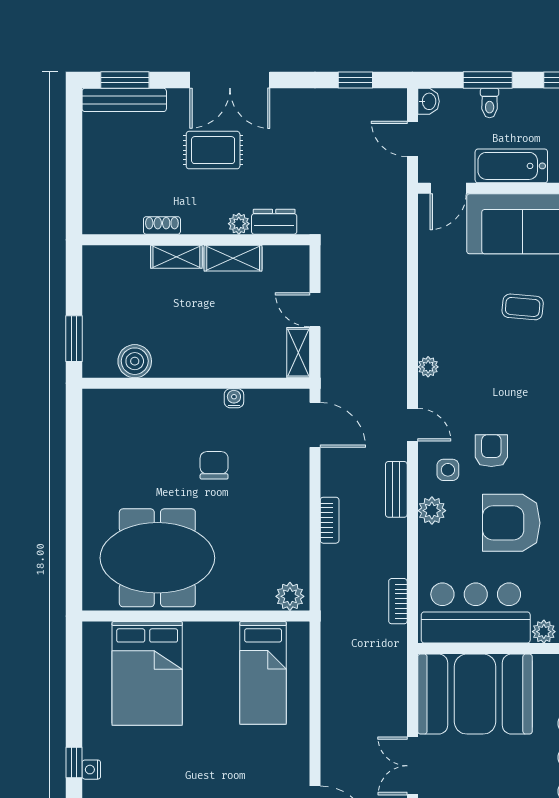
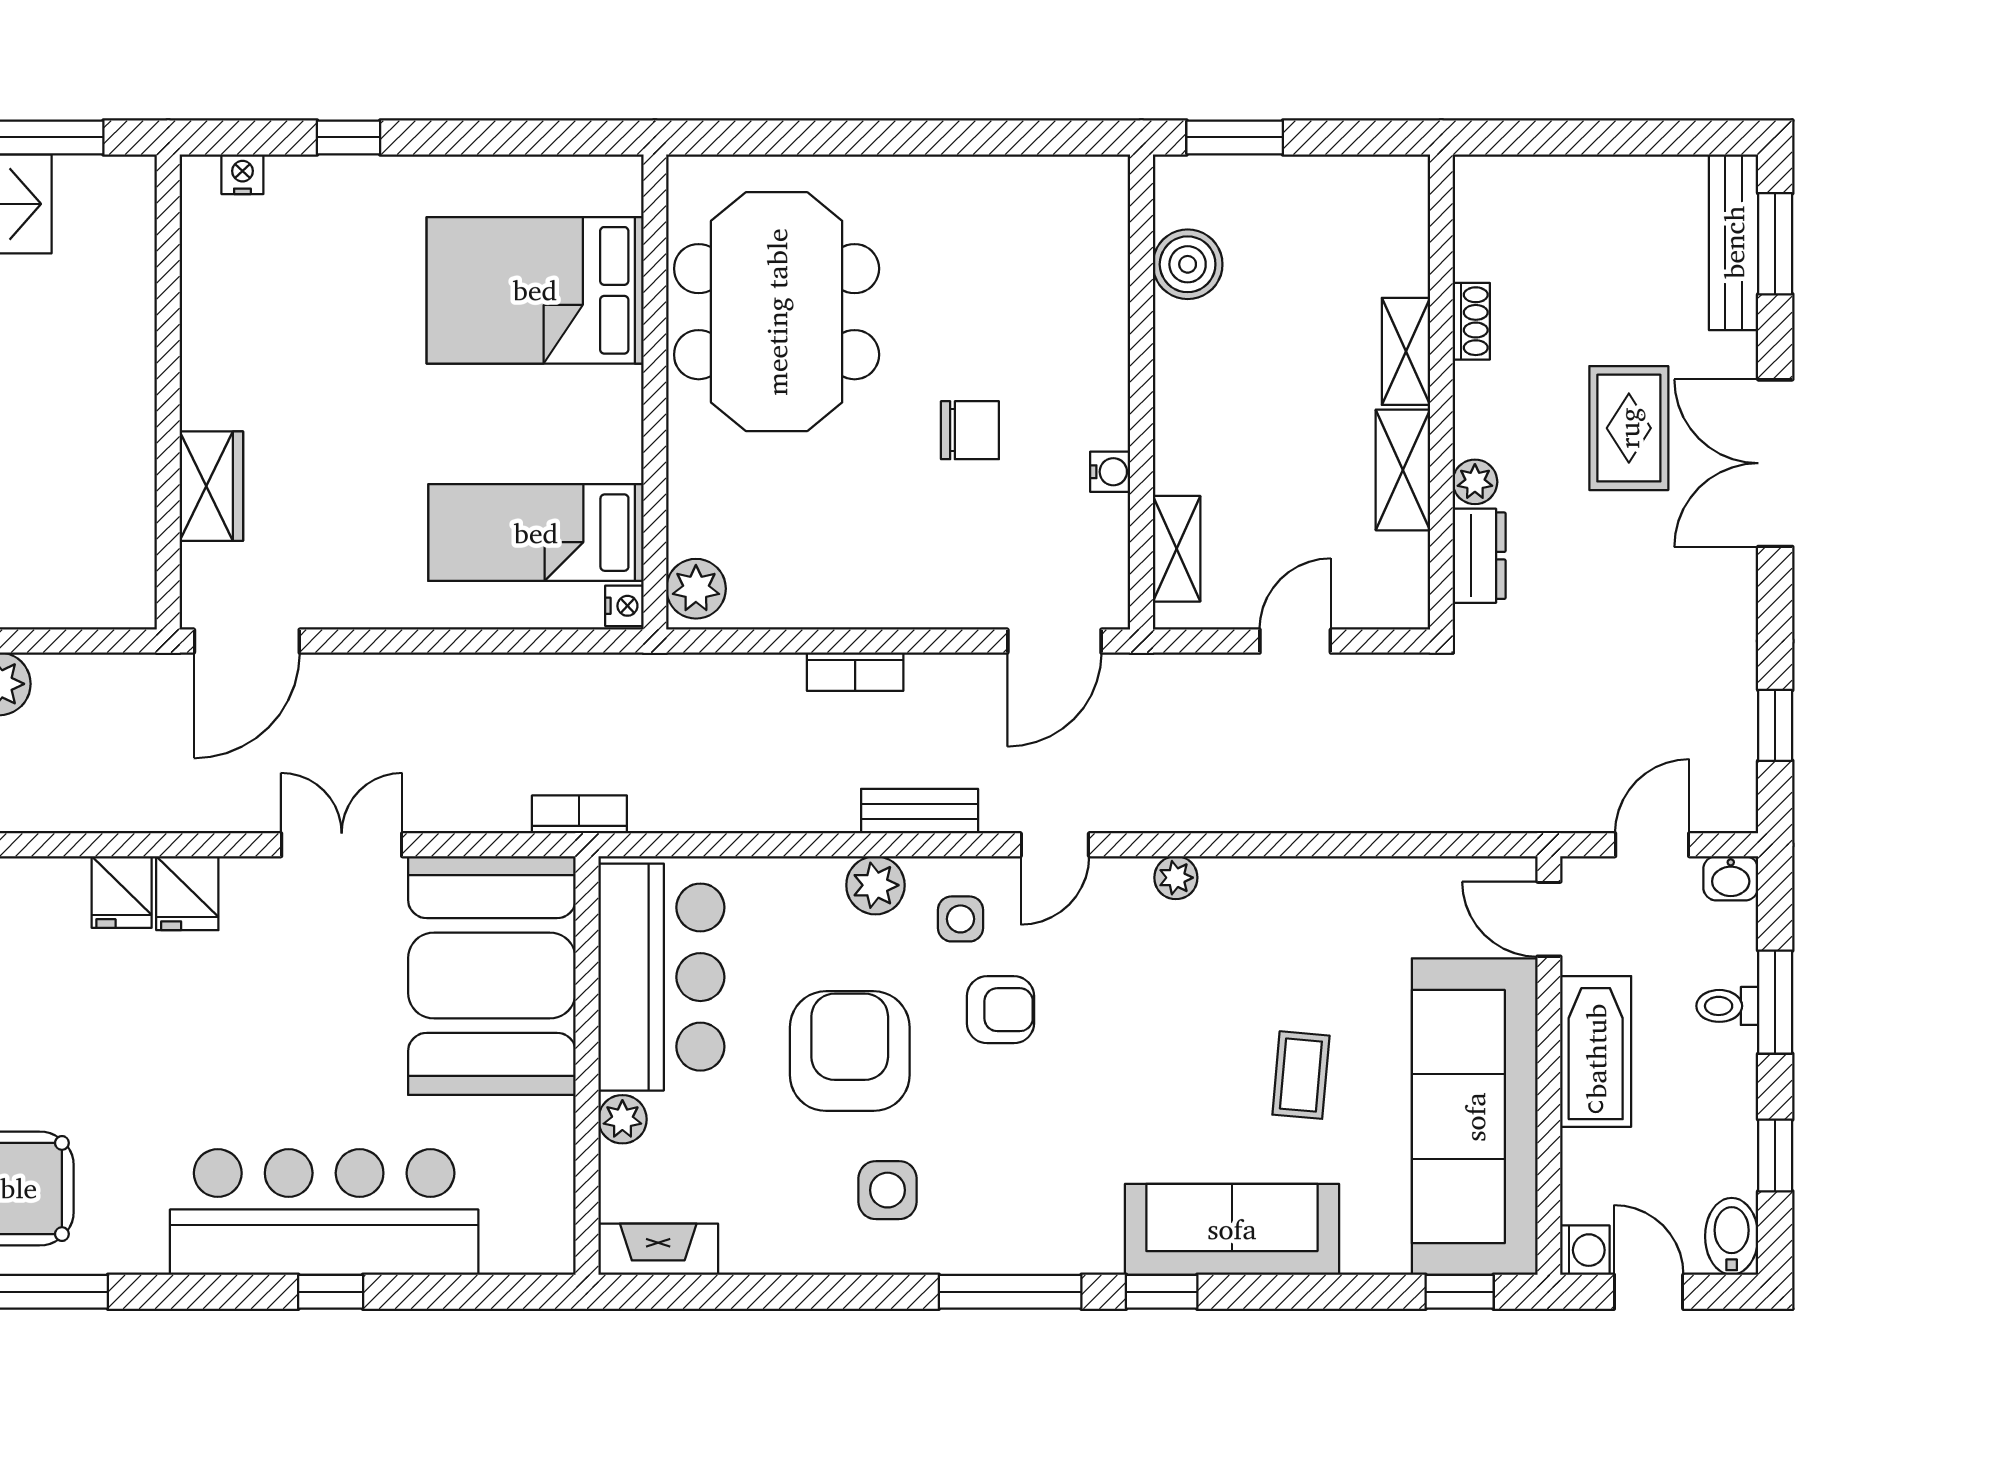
shelving: (298, 353) -> (1177, 549), moved, turned 90
bookcase: (398, 601) -> (579, 814), moved
nightstand: (91, 770) -> (624, 606), moved, turned 90

